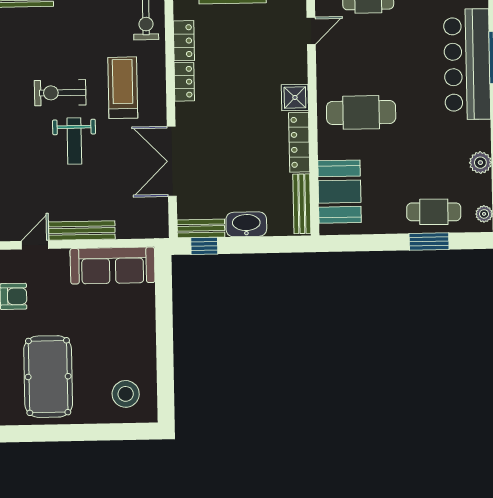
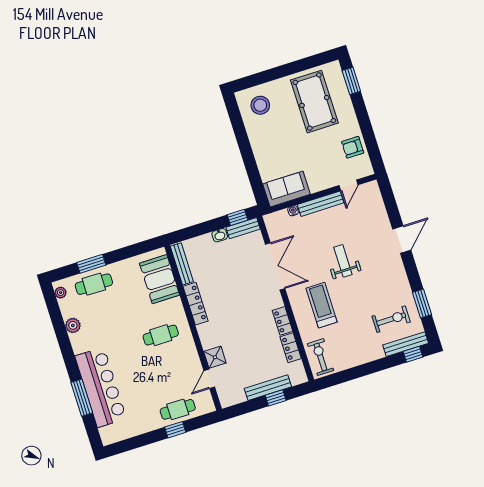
treadmill: (123, 88) -> (322, 305), turned 180
exercise bike: (60, 93) -> (391, 319), moved
shower: (295, 97) -> (215, 357), moved
cafe table: (361, 112) -> (161, 335), width x0.73, depth x0.74
washbasin: (246, 224) -> (220, 235), width x0.52, depth x0.69
water cooler: (124, 232) -> (293, 211), added
sofa: (113, 266) -> (286, 189), width x0.73

